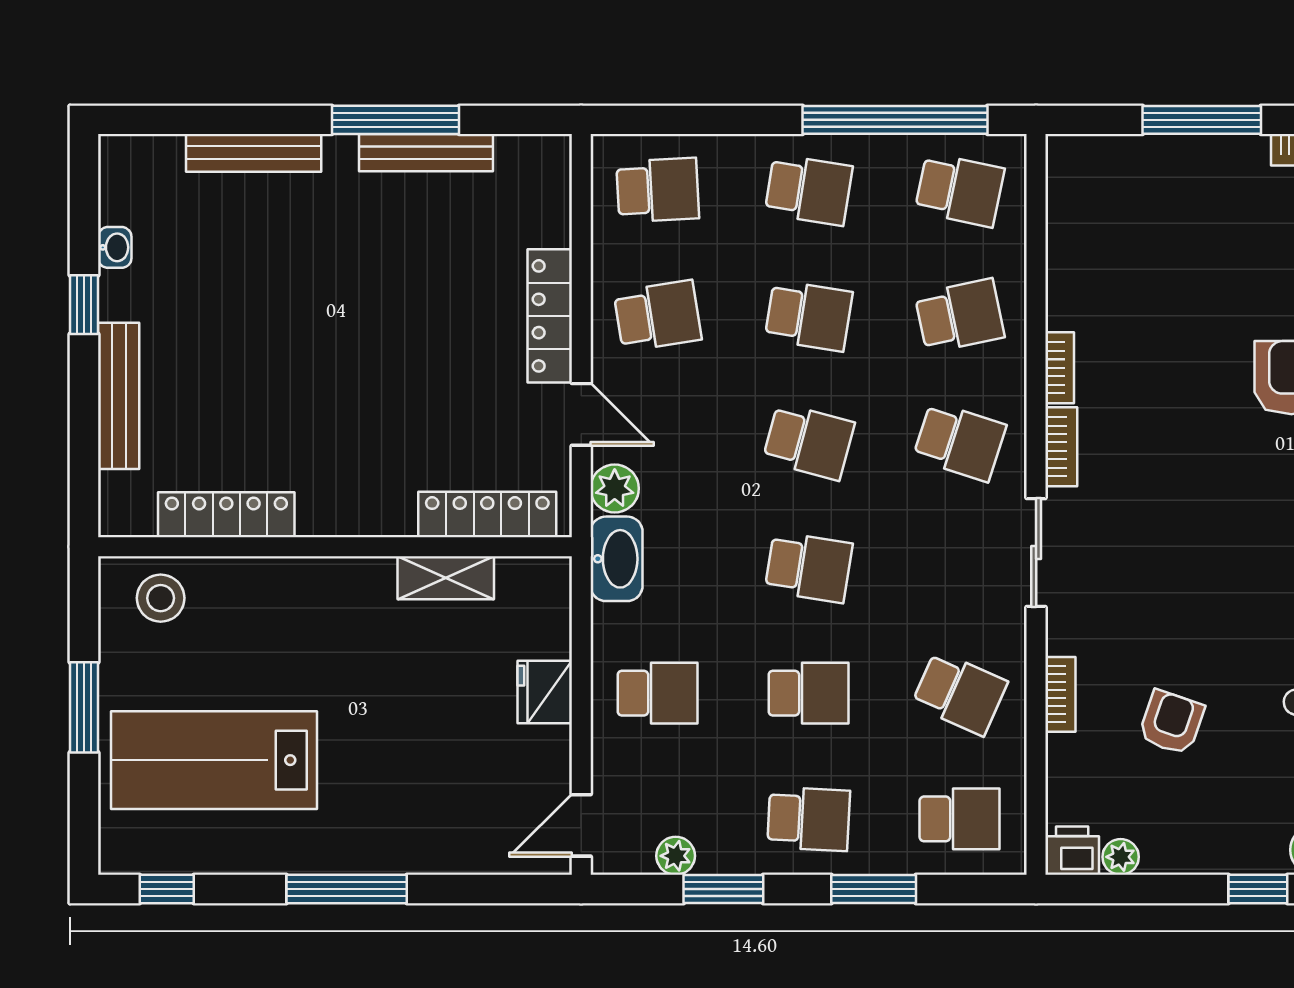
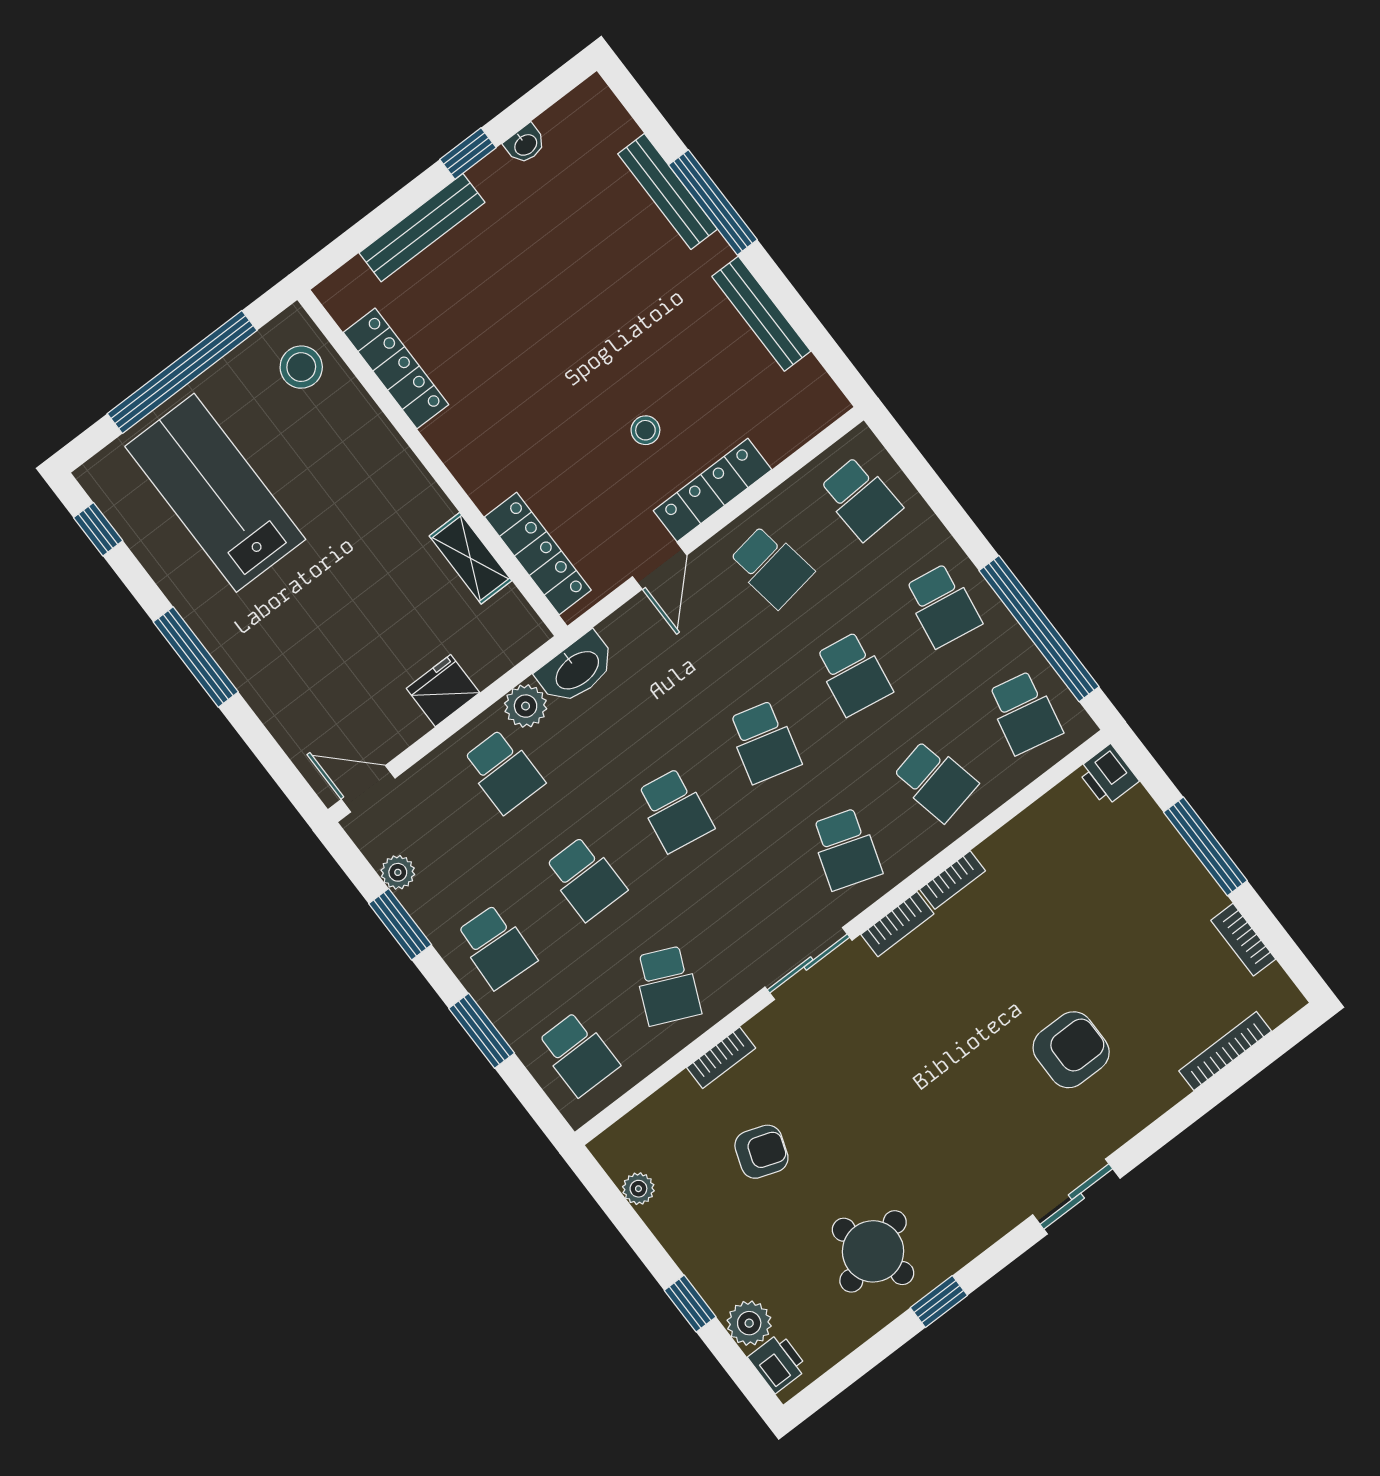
window: (395, 120) -> (713, 202), moved
stool: (451, 335) -> (645, 430), added
plant: (615, 488) -> (526, 706), moved
window: (84, 707) -> (182, 372), width x2.11
printer: (1072, 851) -> (1108, 775), moved, turned 180

